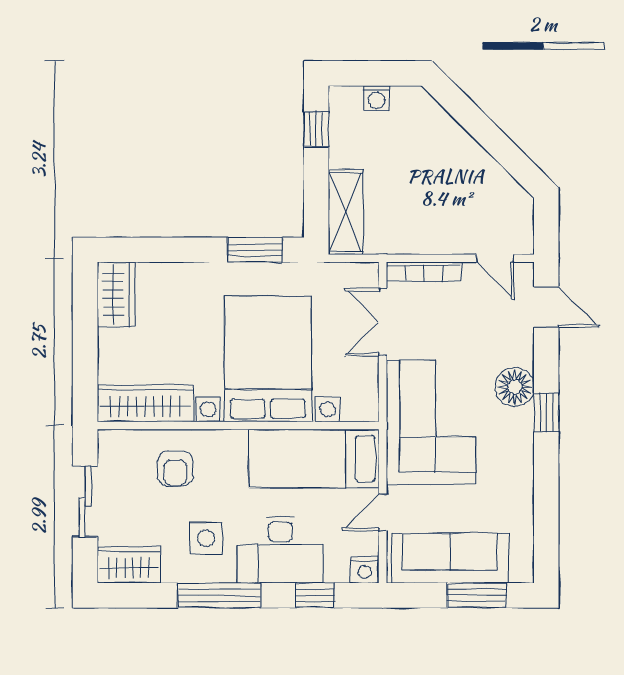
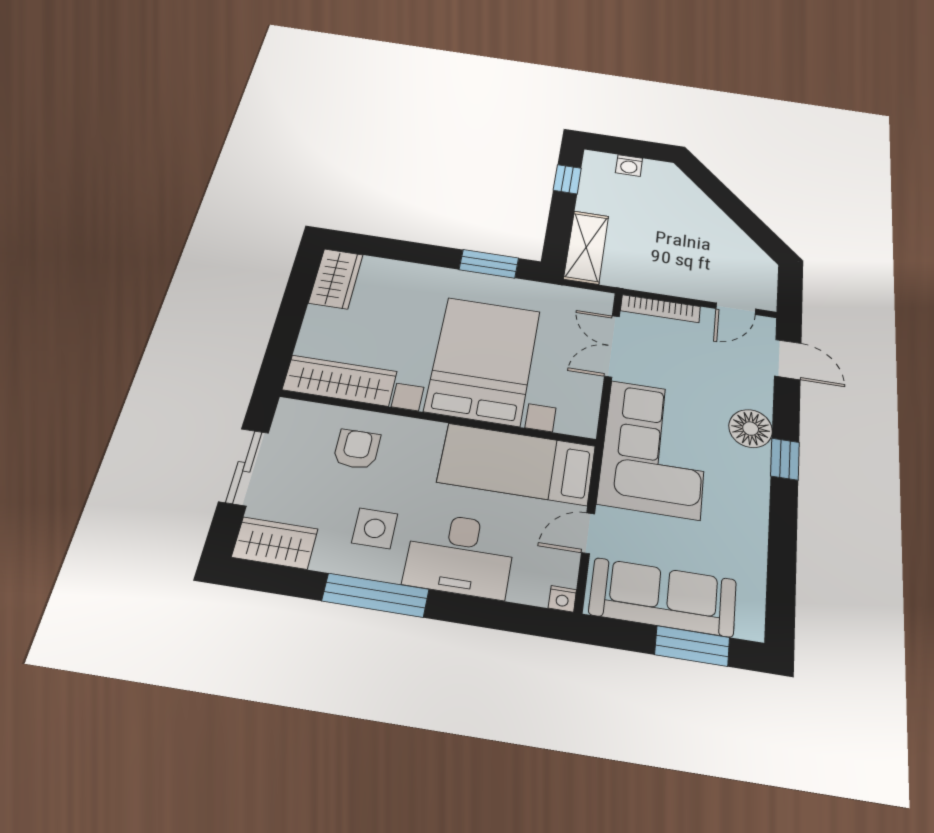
door: (495, 258) -> (736, 309), hinge flipped
armchair: (175, 468) -> (357, 449), turned 180
nightstand: (365, 570) -> (562, 599), width x0.72, depth x0.74
window: (315, 595) -> (493, 614), removed

